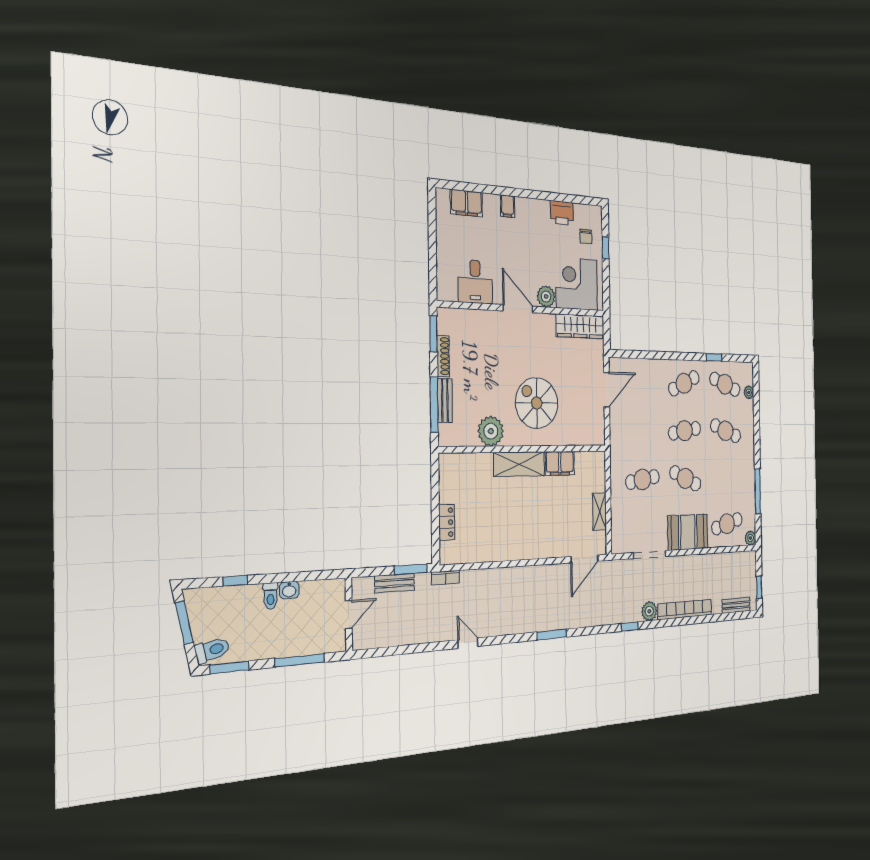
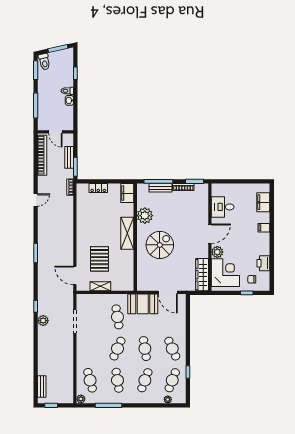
filing cabinet: (560, 463) -> (127, 193), moved
cafe table: (726, 477) -> (117, 380), added
pallet: (559, 515) -> (99, 259), added
booth: (688, 532) -> (143, 304), moved, turned 90
bookcase: (685, 609) -> (42, 155), moved

